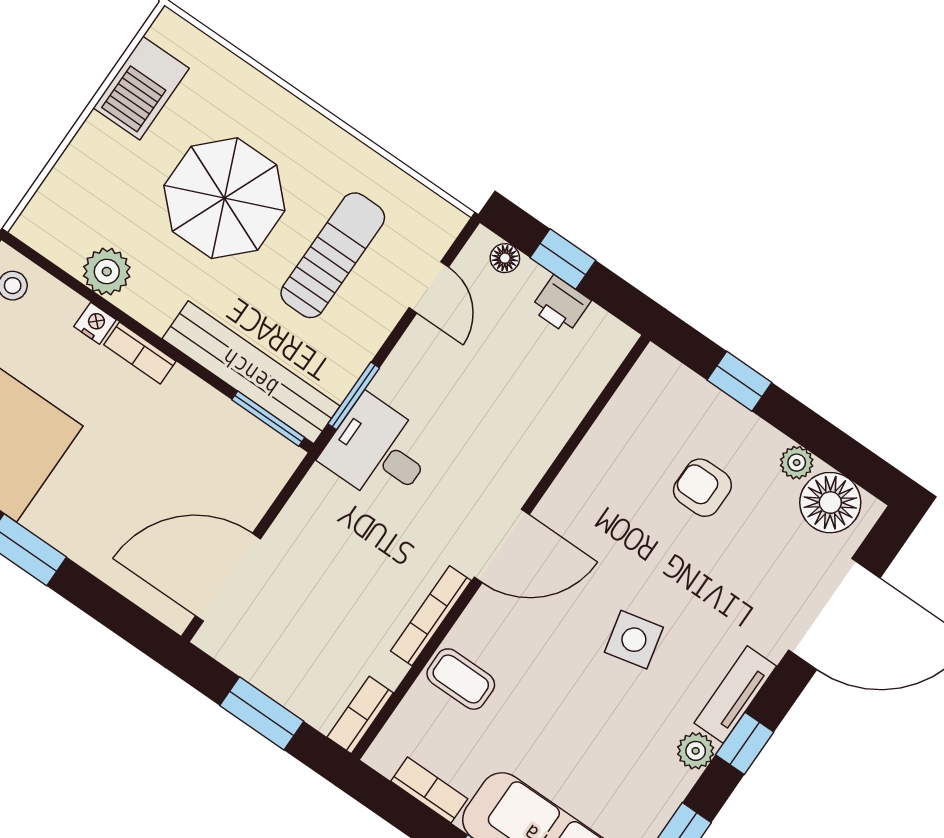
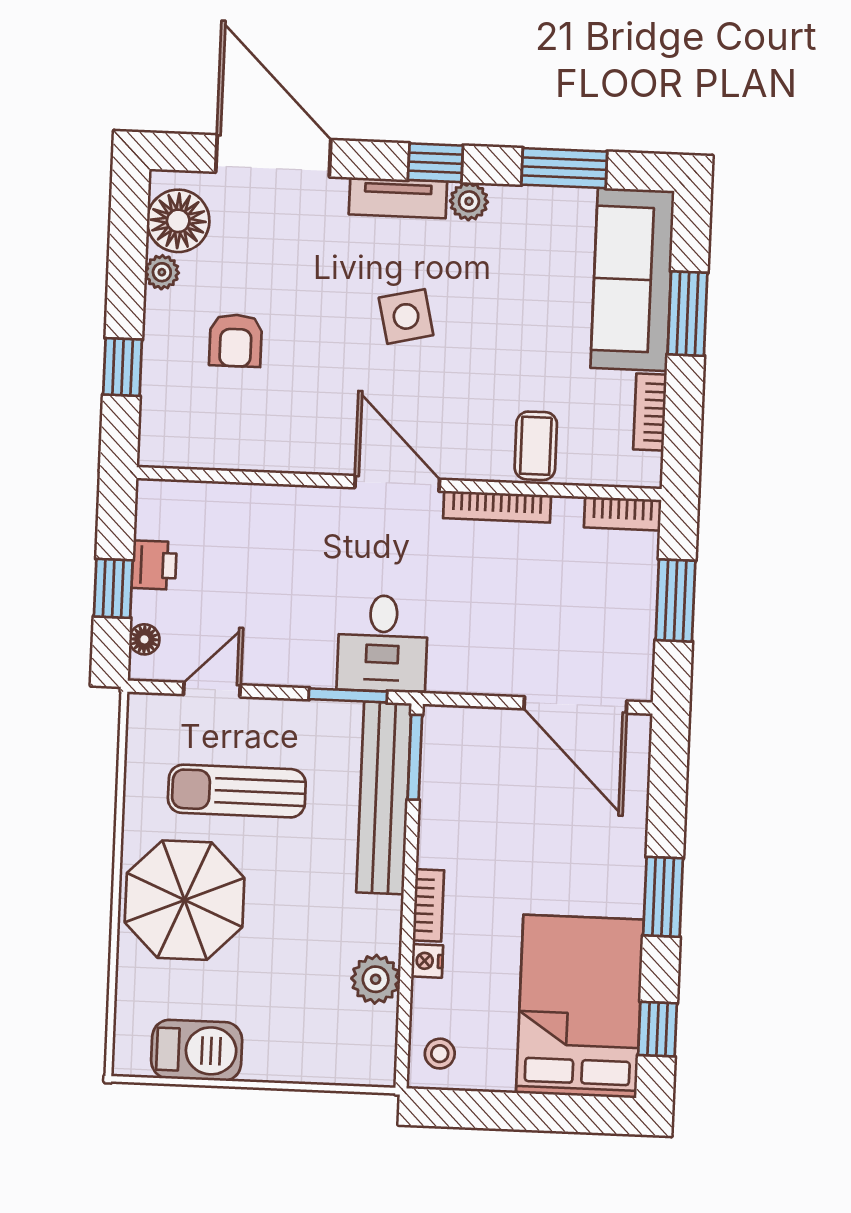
parasol: (224, 198) -> (185, 900), moved

